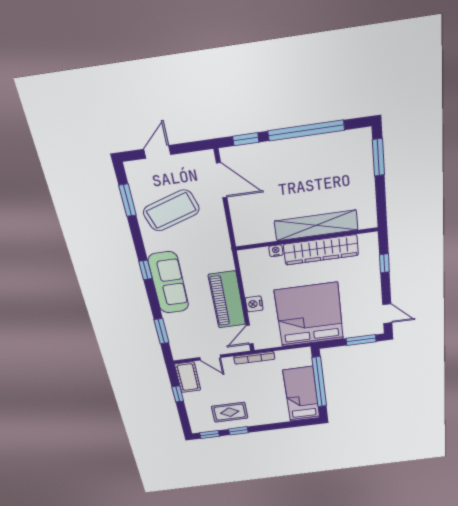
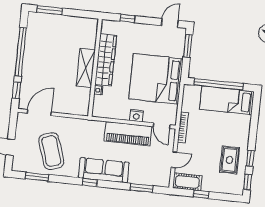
shelving: (316, 225) -> (86, 68), width x0.68

